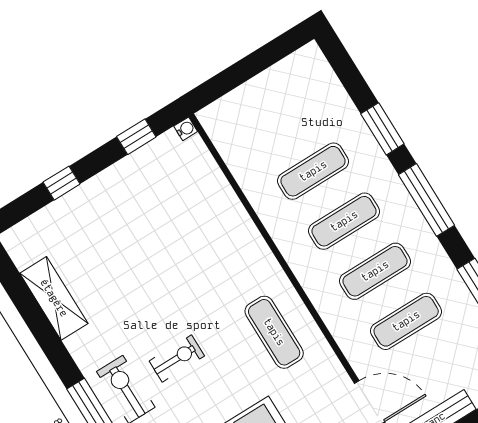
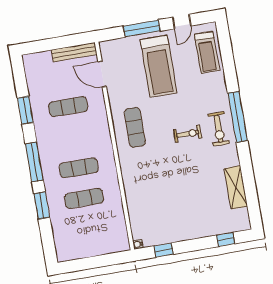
window: (62, 183) -> (226, 239), moved
exercise mat: (375, 271) -> (73, 137), removed
exercise bike: (177, 358) -> (188, 134), turned 180

